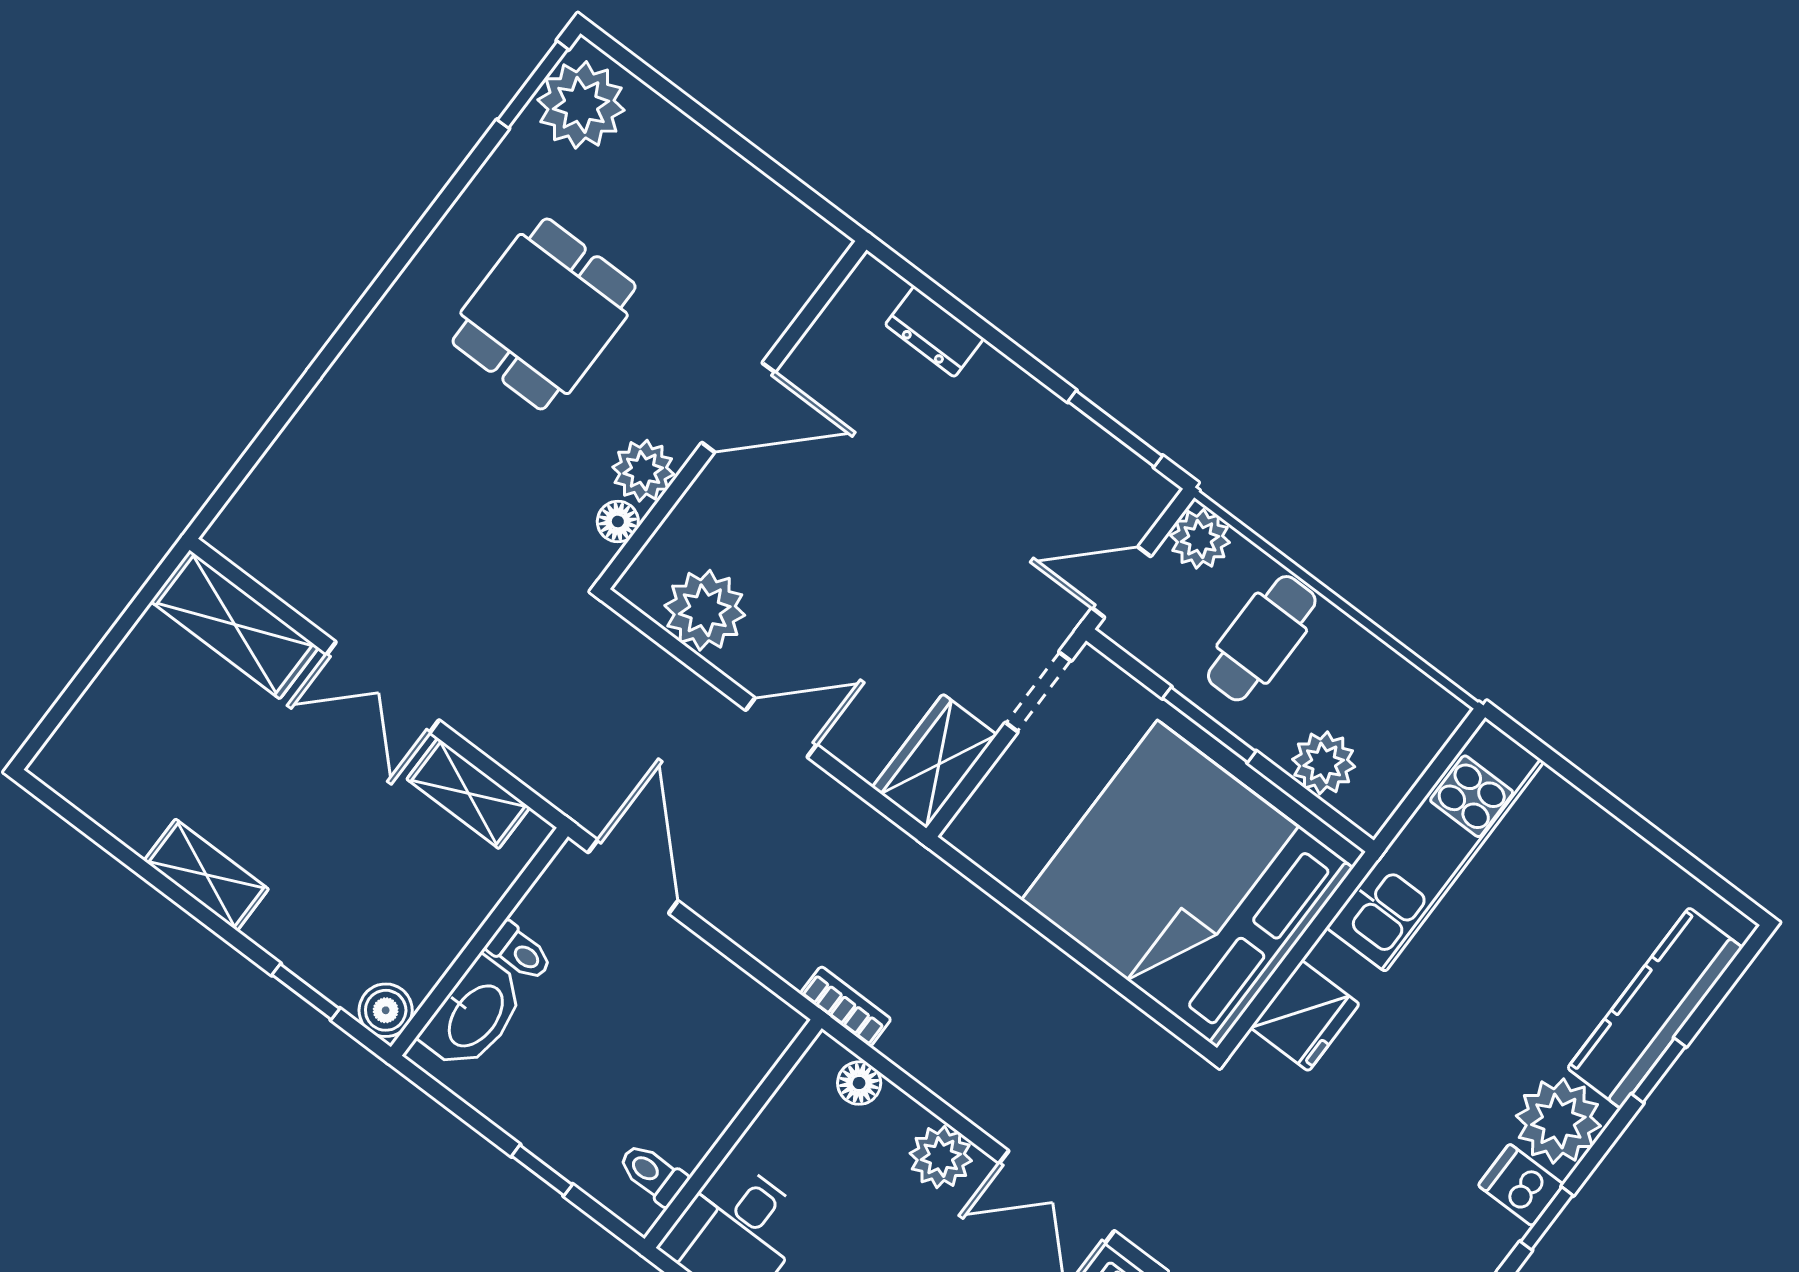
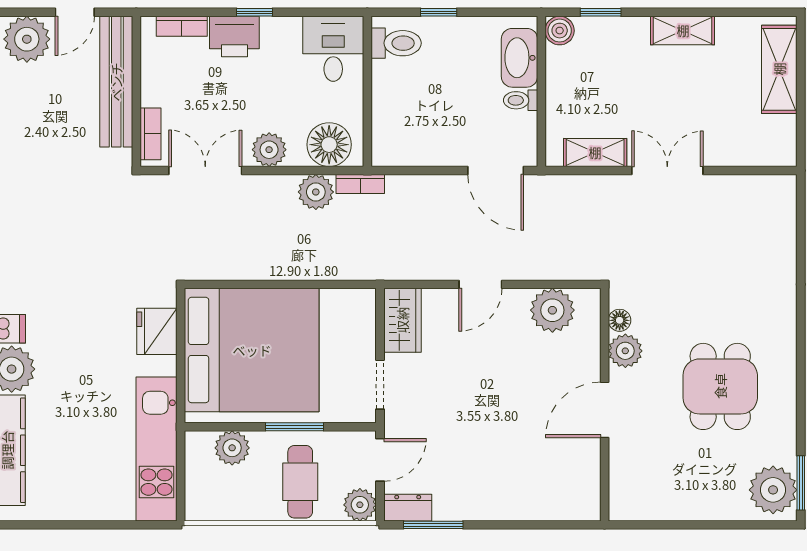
dresser: (934, 332) -> (408, 508), moved
shelving: (235, 624) -> (779, 69), moved, turned 90
plant: (919, 1044) -> (316, 192), added
floor lamp: (859, 1083) -> (329, 145), width x1.89, depth x1.89
toilet: (653, 1174) -> (396, 43), width x1.37, depth x1.39

